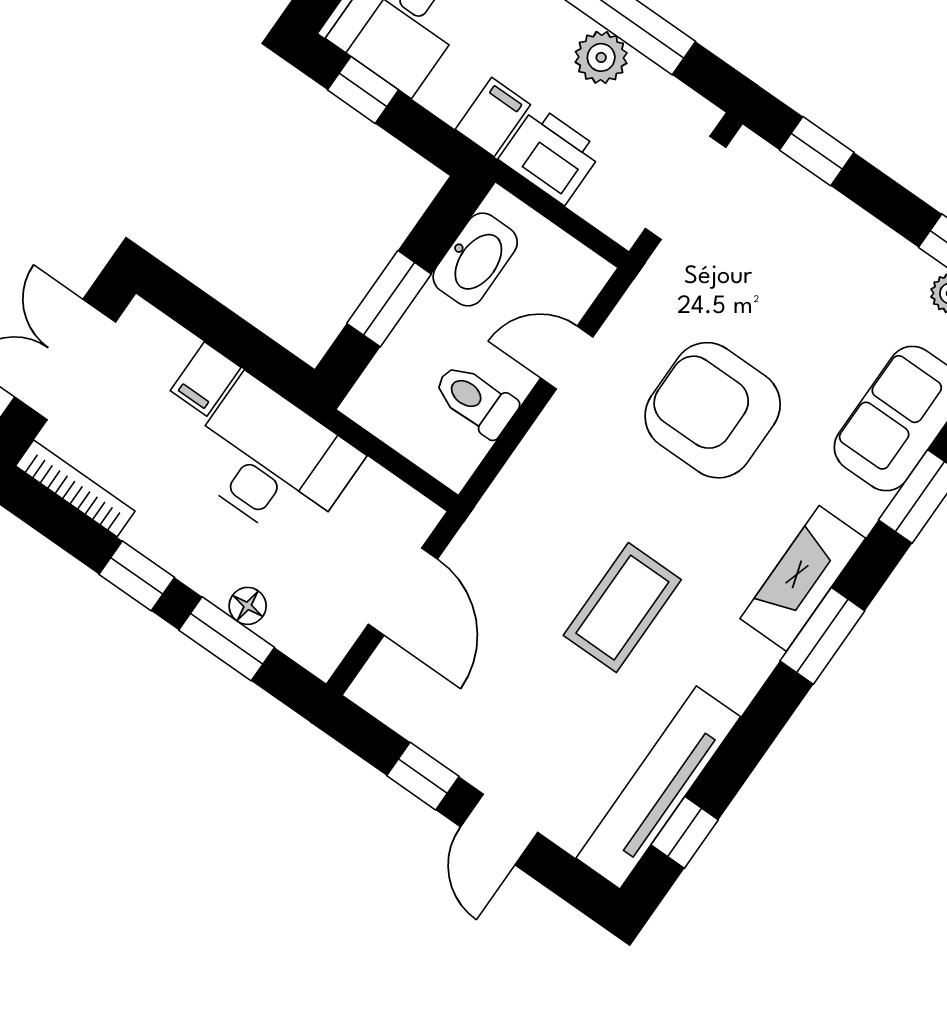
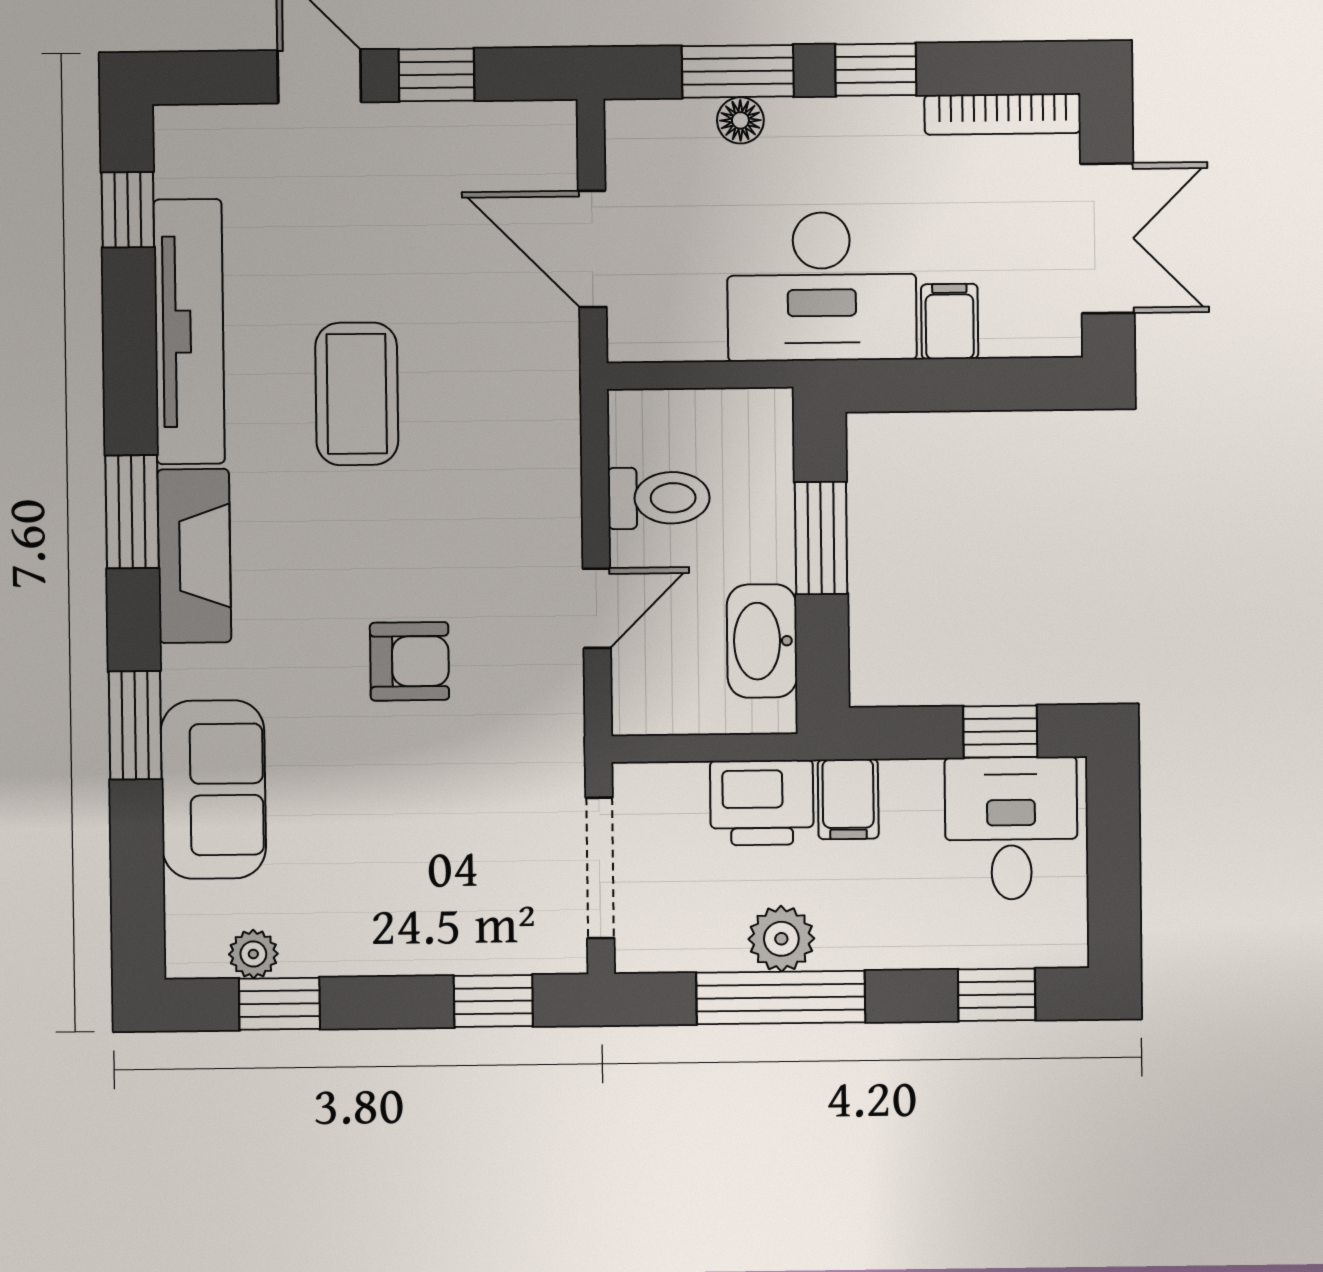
armchair: (713, 410) -> (409, 661), width x0.53, depth x0.53
tv unit: (658, 787) -> (189, 332), moved

